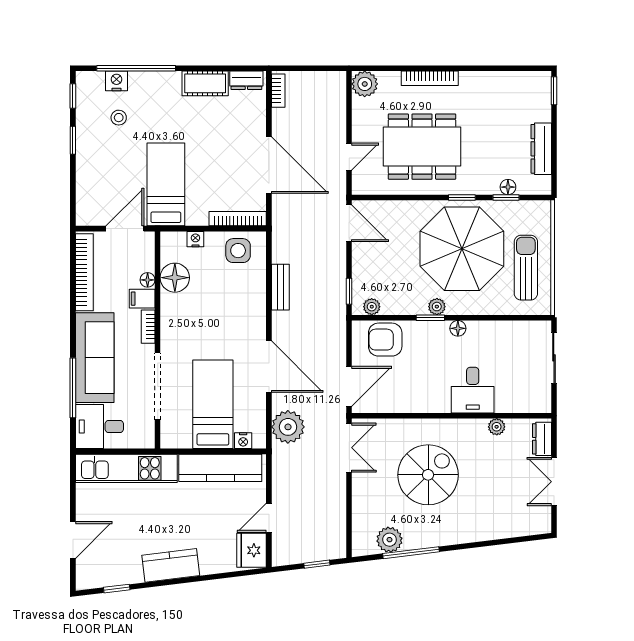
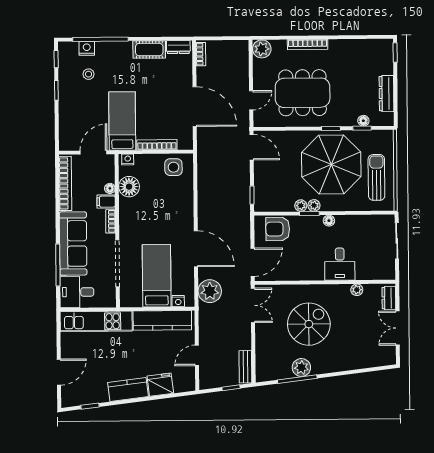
bookcase: (238, 219) -> (157, 145), moved
nightstand: (195, 239) -> (128, 160), moved
bench: (280, 287) -> (245, 367), moved
plant: (372, 307) -> (301, 206), moved
plant: (389, 540) -> (301, 367), moved
fridge: (251, 550) -> (160, 385), moved, turned 83

